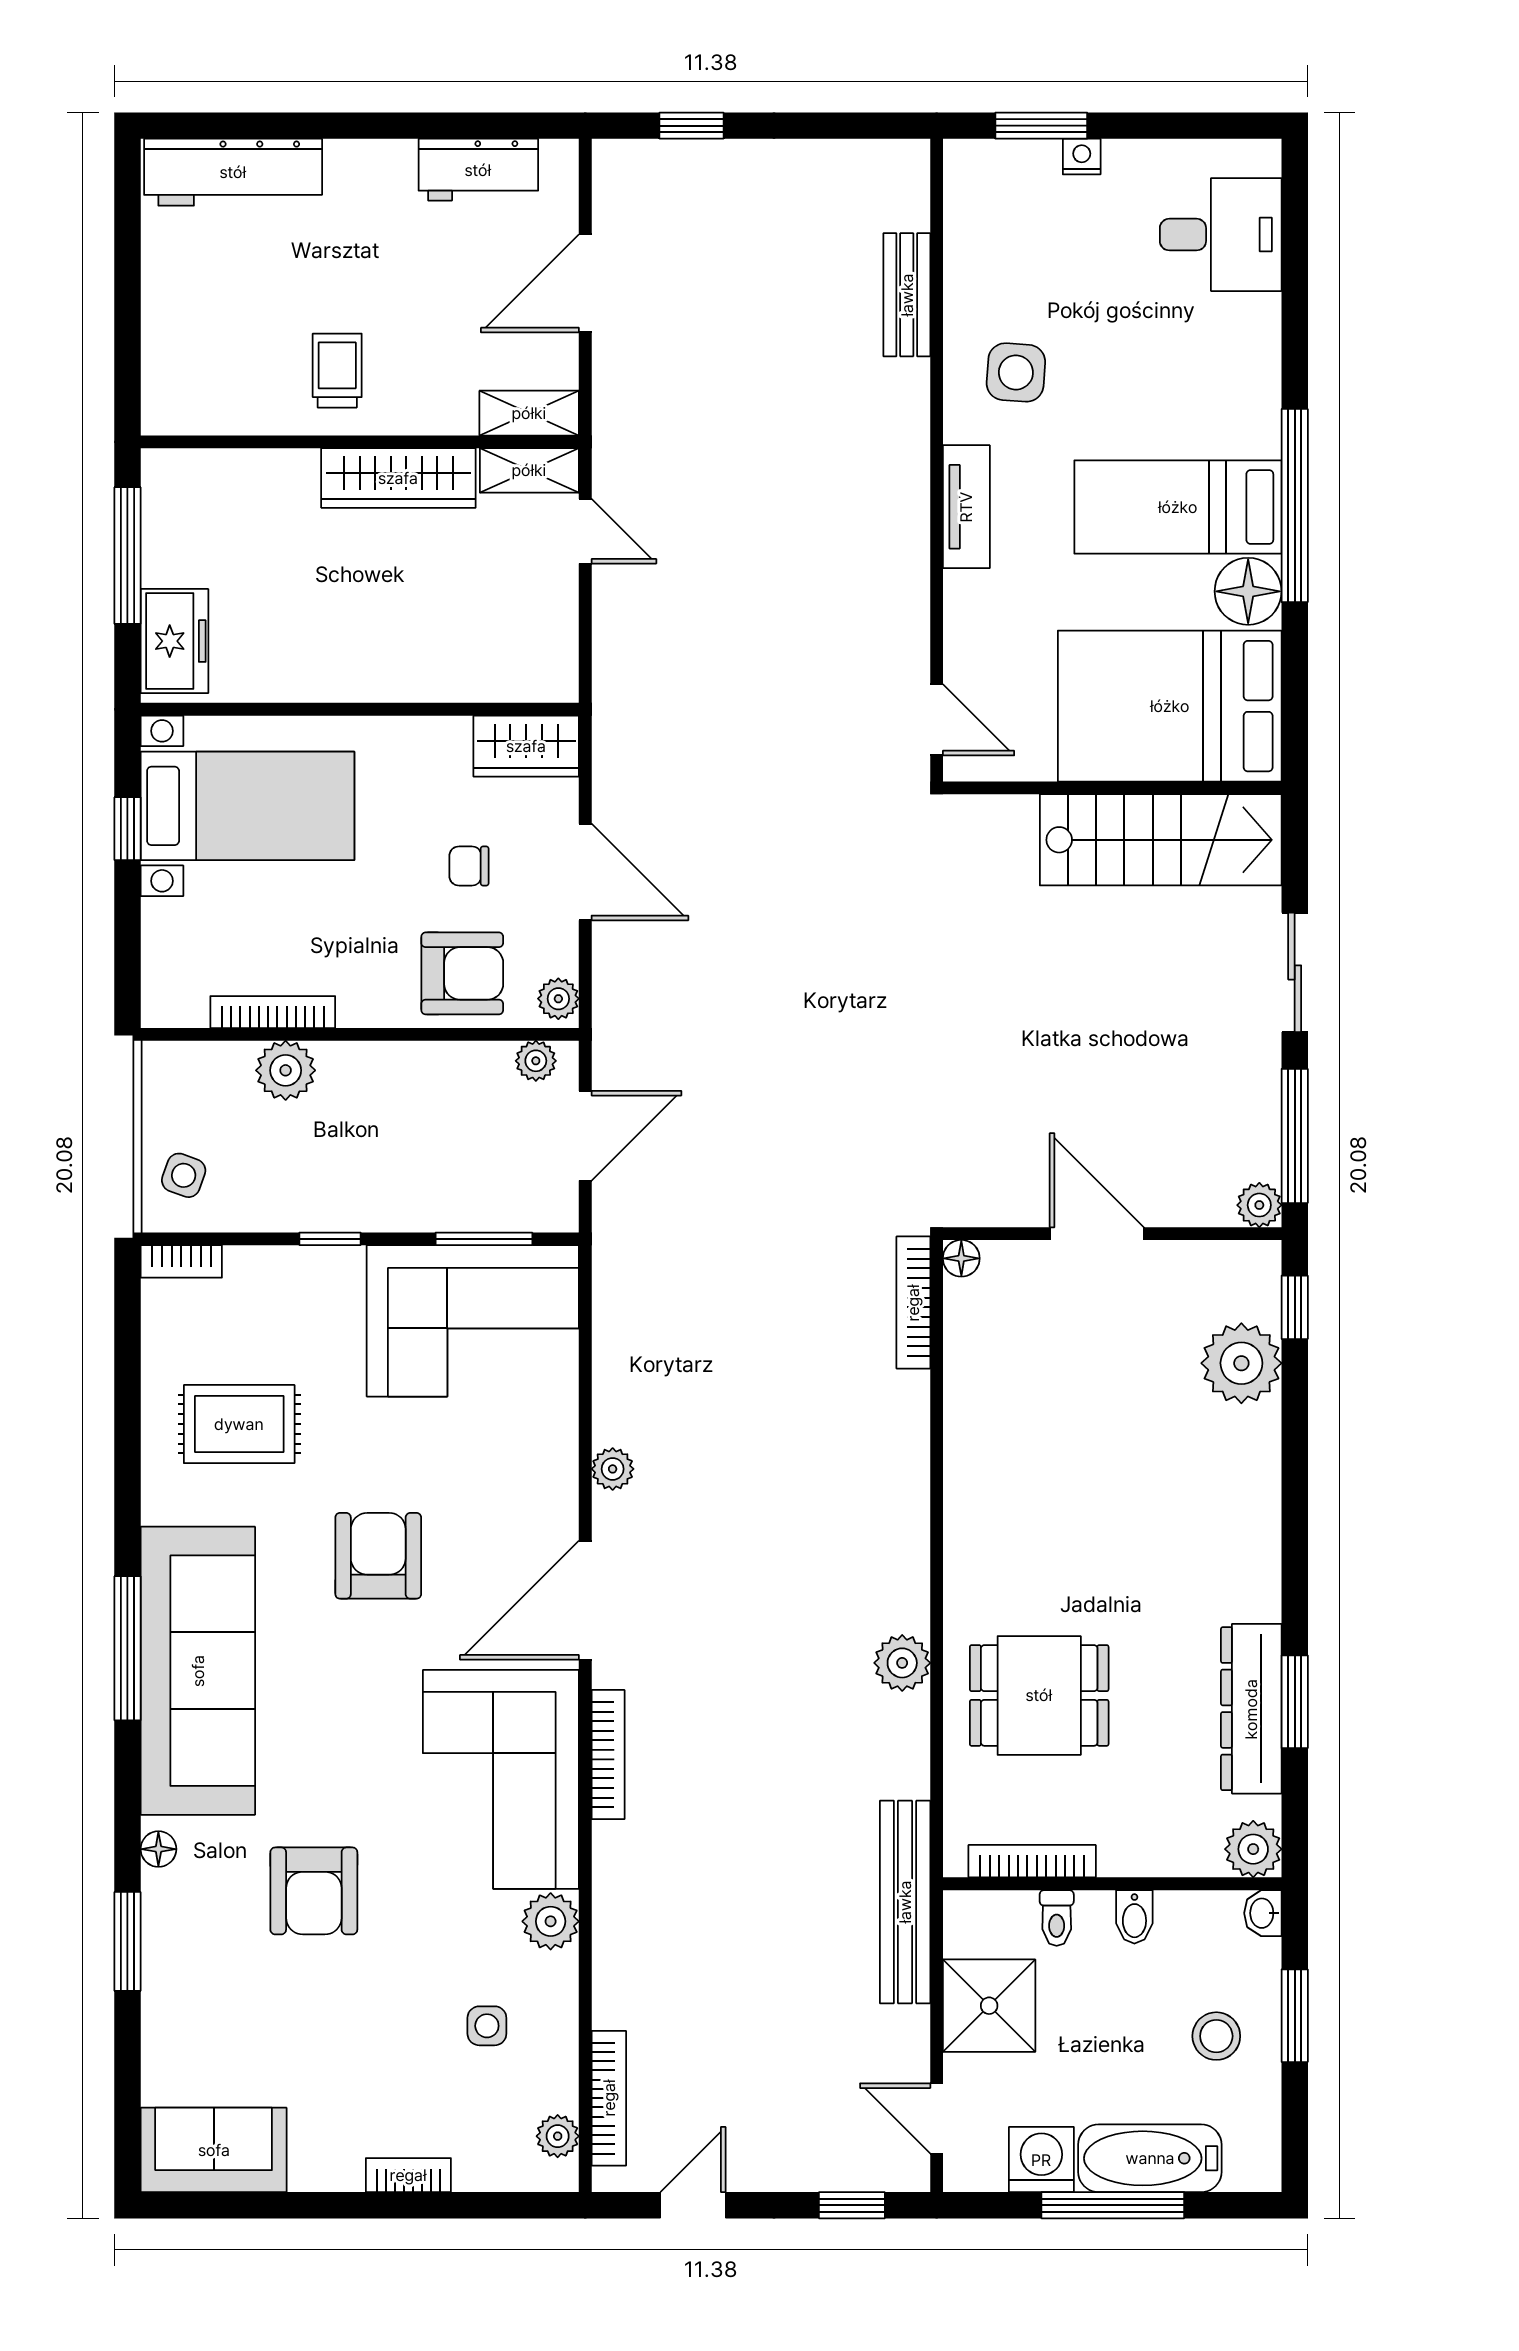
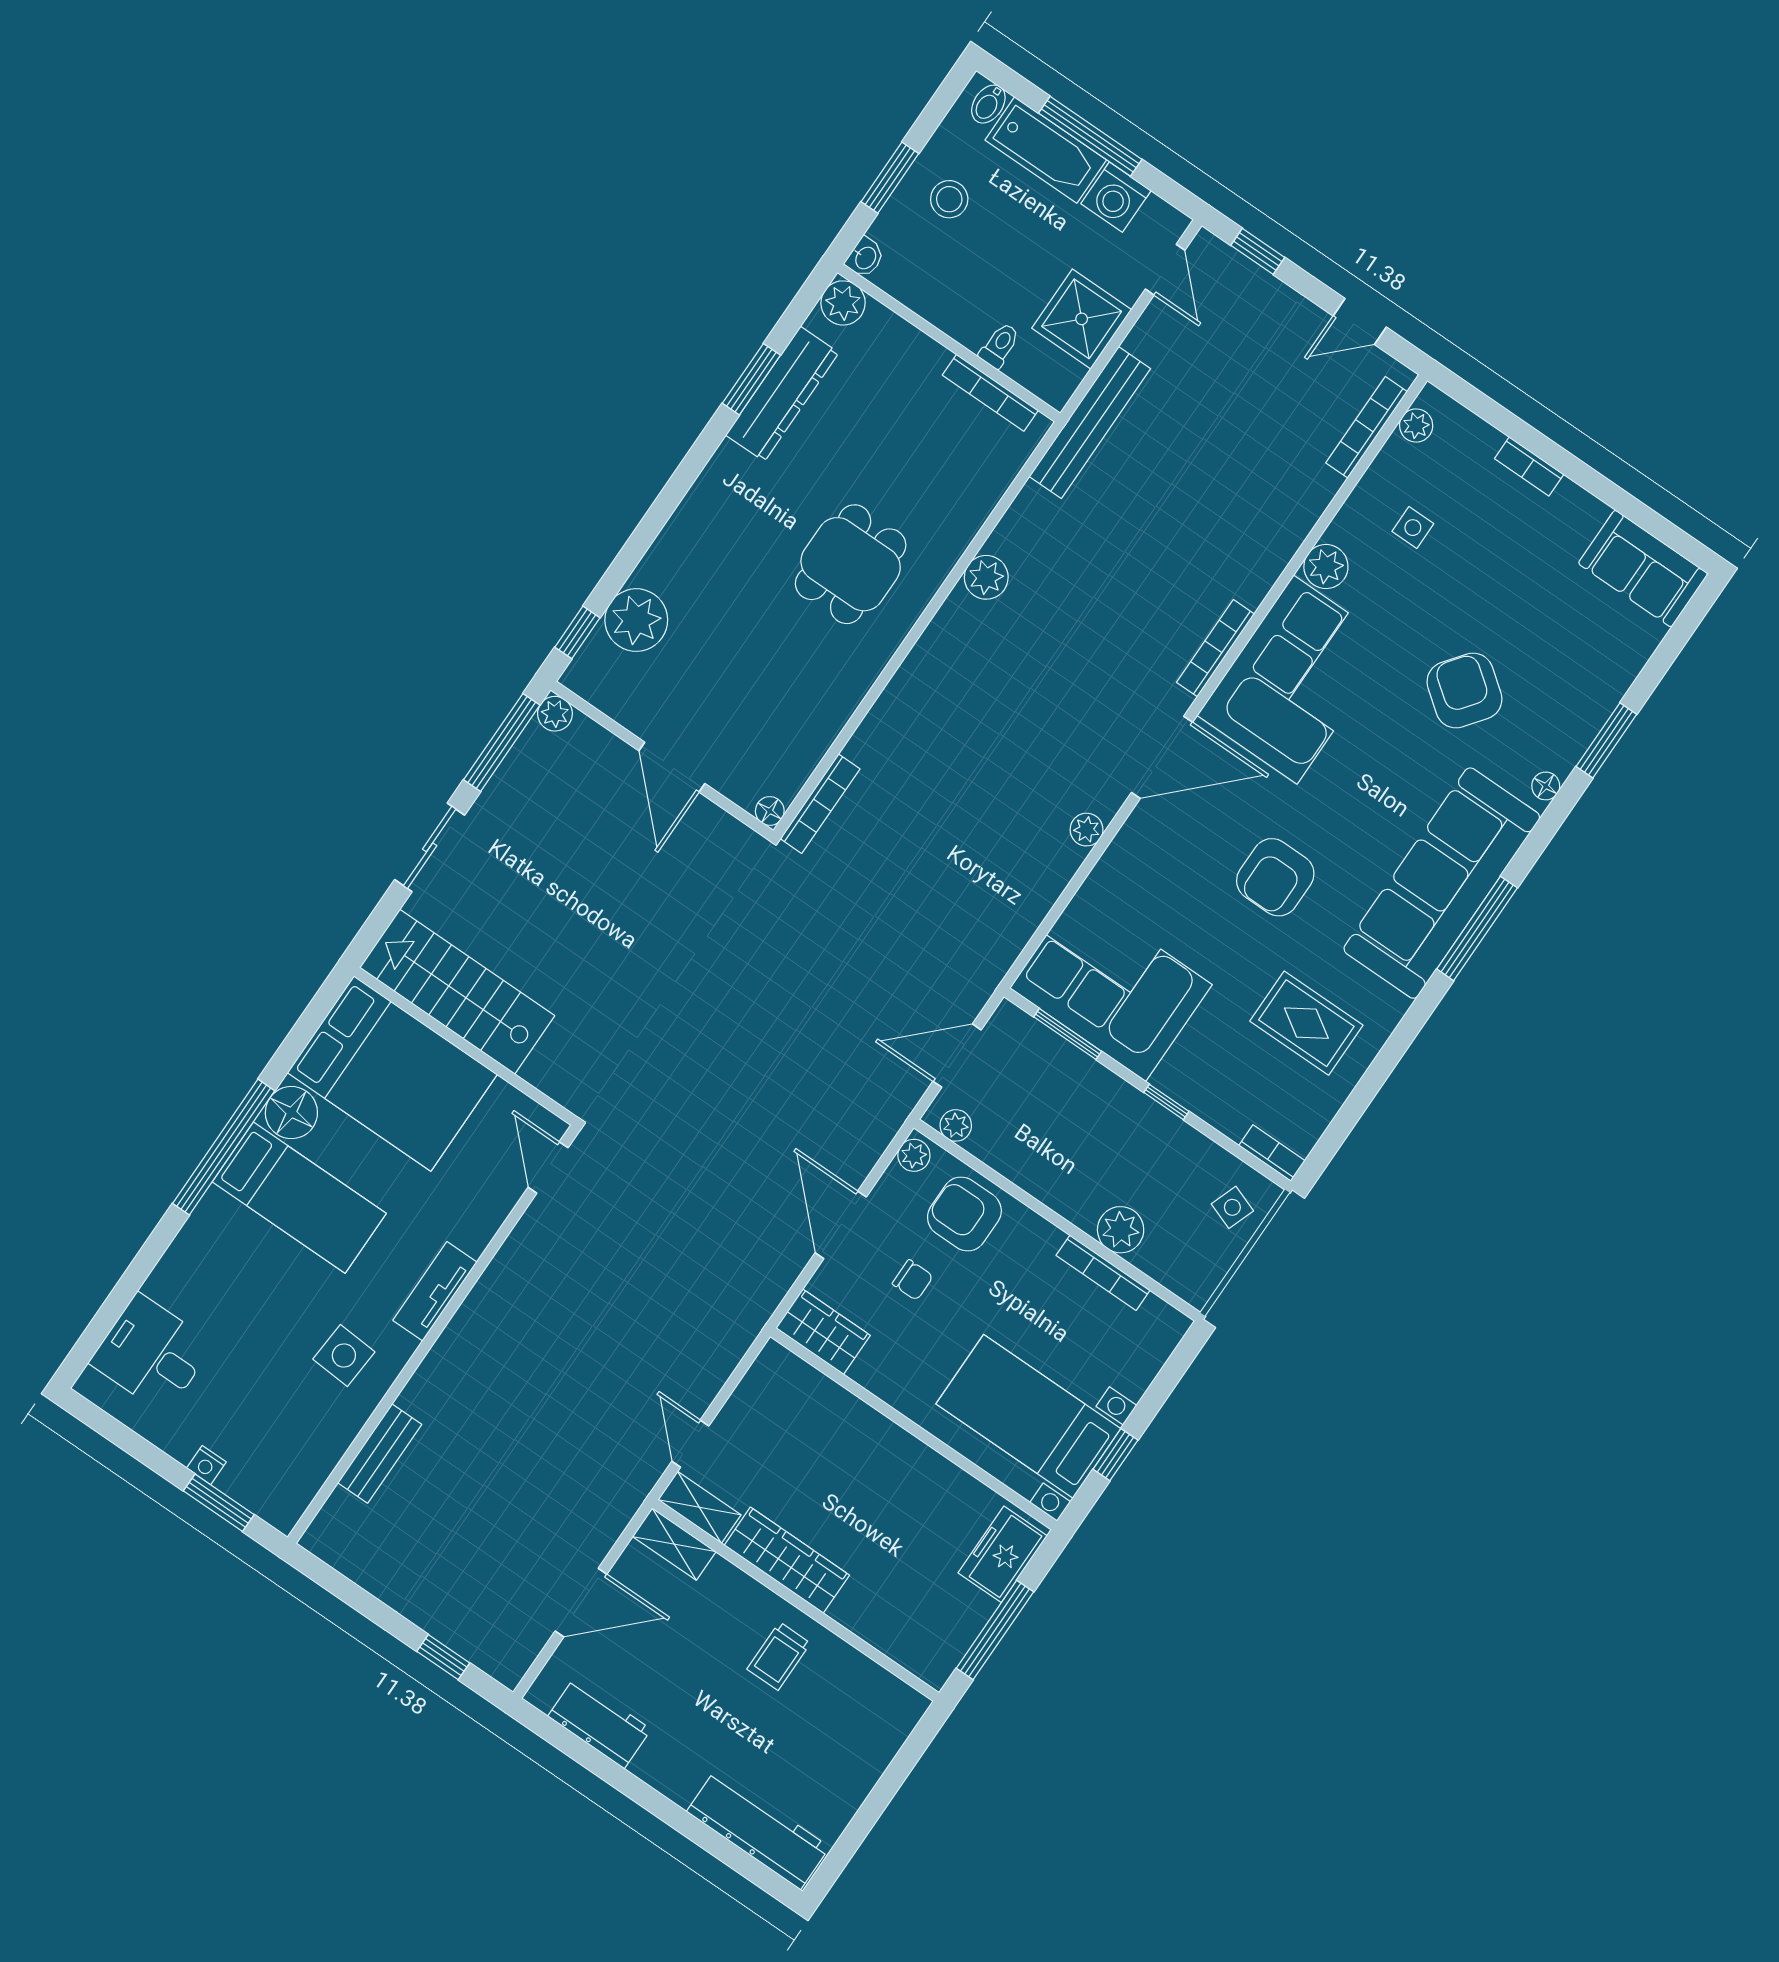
dining table: (1039, 1695) -> (851, 564), moved, turned 90
armchair: (314, 1891) -> (1464, 691), turned -53
bidet: (1134, 1917) -> (988, 104), moved, turned 180

